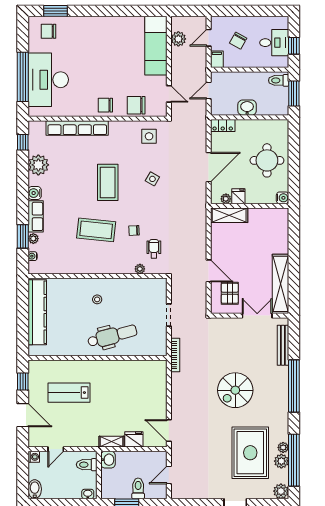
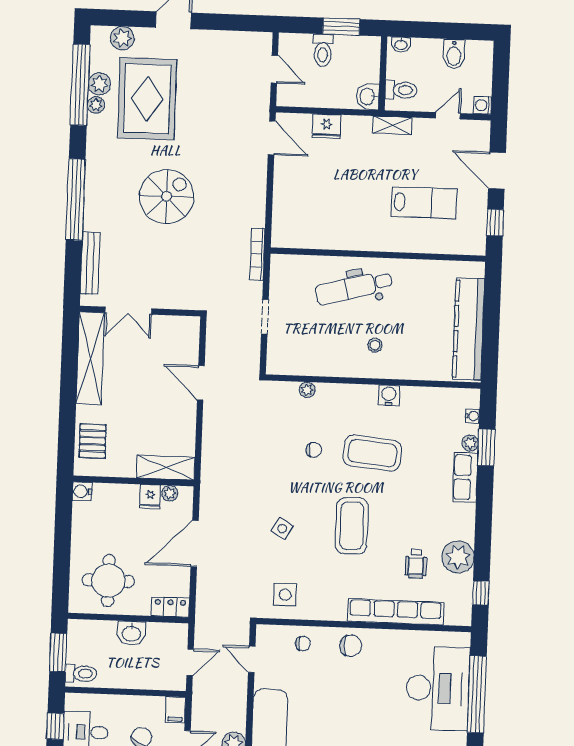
chair: (136, 105) -> (303, 644), width x0.54, depth x0.54
round table: (267, 160) -> (108, 581), moved
water cooler: (35, 193) -> (389, 395), moved, turned -90
wheelchair: (154, 249) -> (416, 564), moved
pallet: (230, 293) -> (93, 441), moved
shelving: (112, 442) -> (392, 125), moved
door: (169, 475) -> (274, 69), hinge flipped
bidet: (35, 489) -> (454, 54), moved
plant: (281, 491) -> (122, 38), moved

